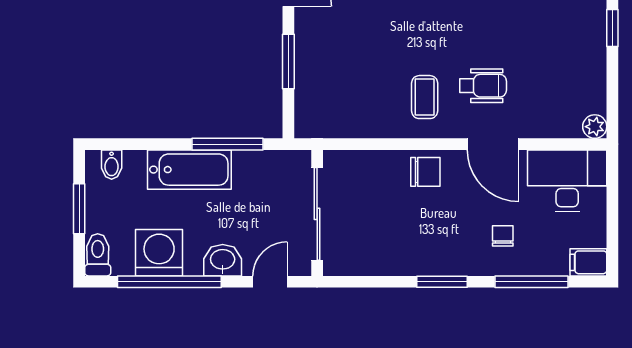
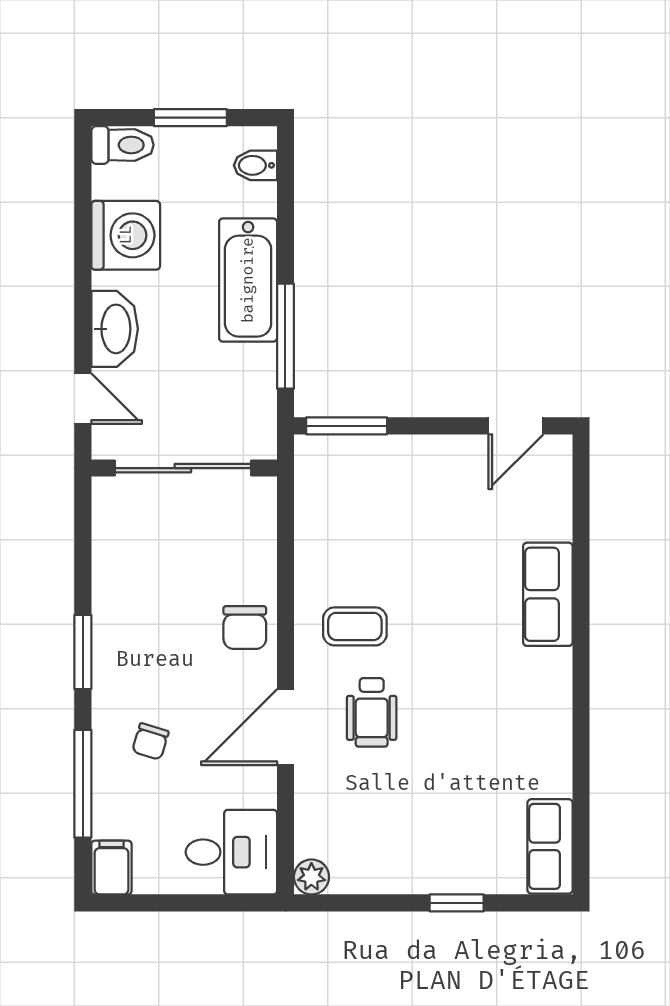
window: (288, 61) -> (347, 426), moved
desk: (567, 181) -> (231, 852), width x0.73
chair: (503, 236) -> (150, 741), turned 107
washbasin: (223, 260) -> (115, 329), width x1.38
window: (169, 282) -> (83, 250), removed

